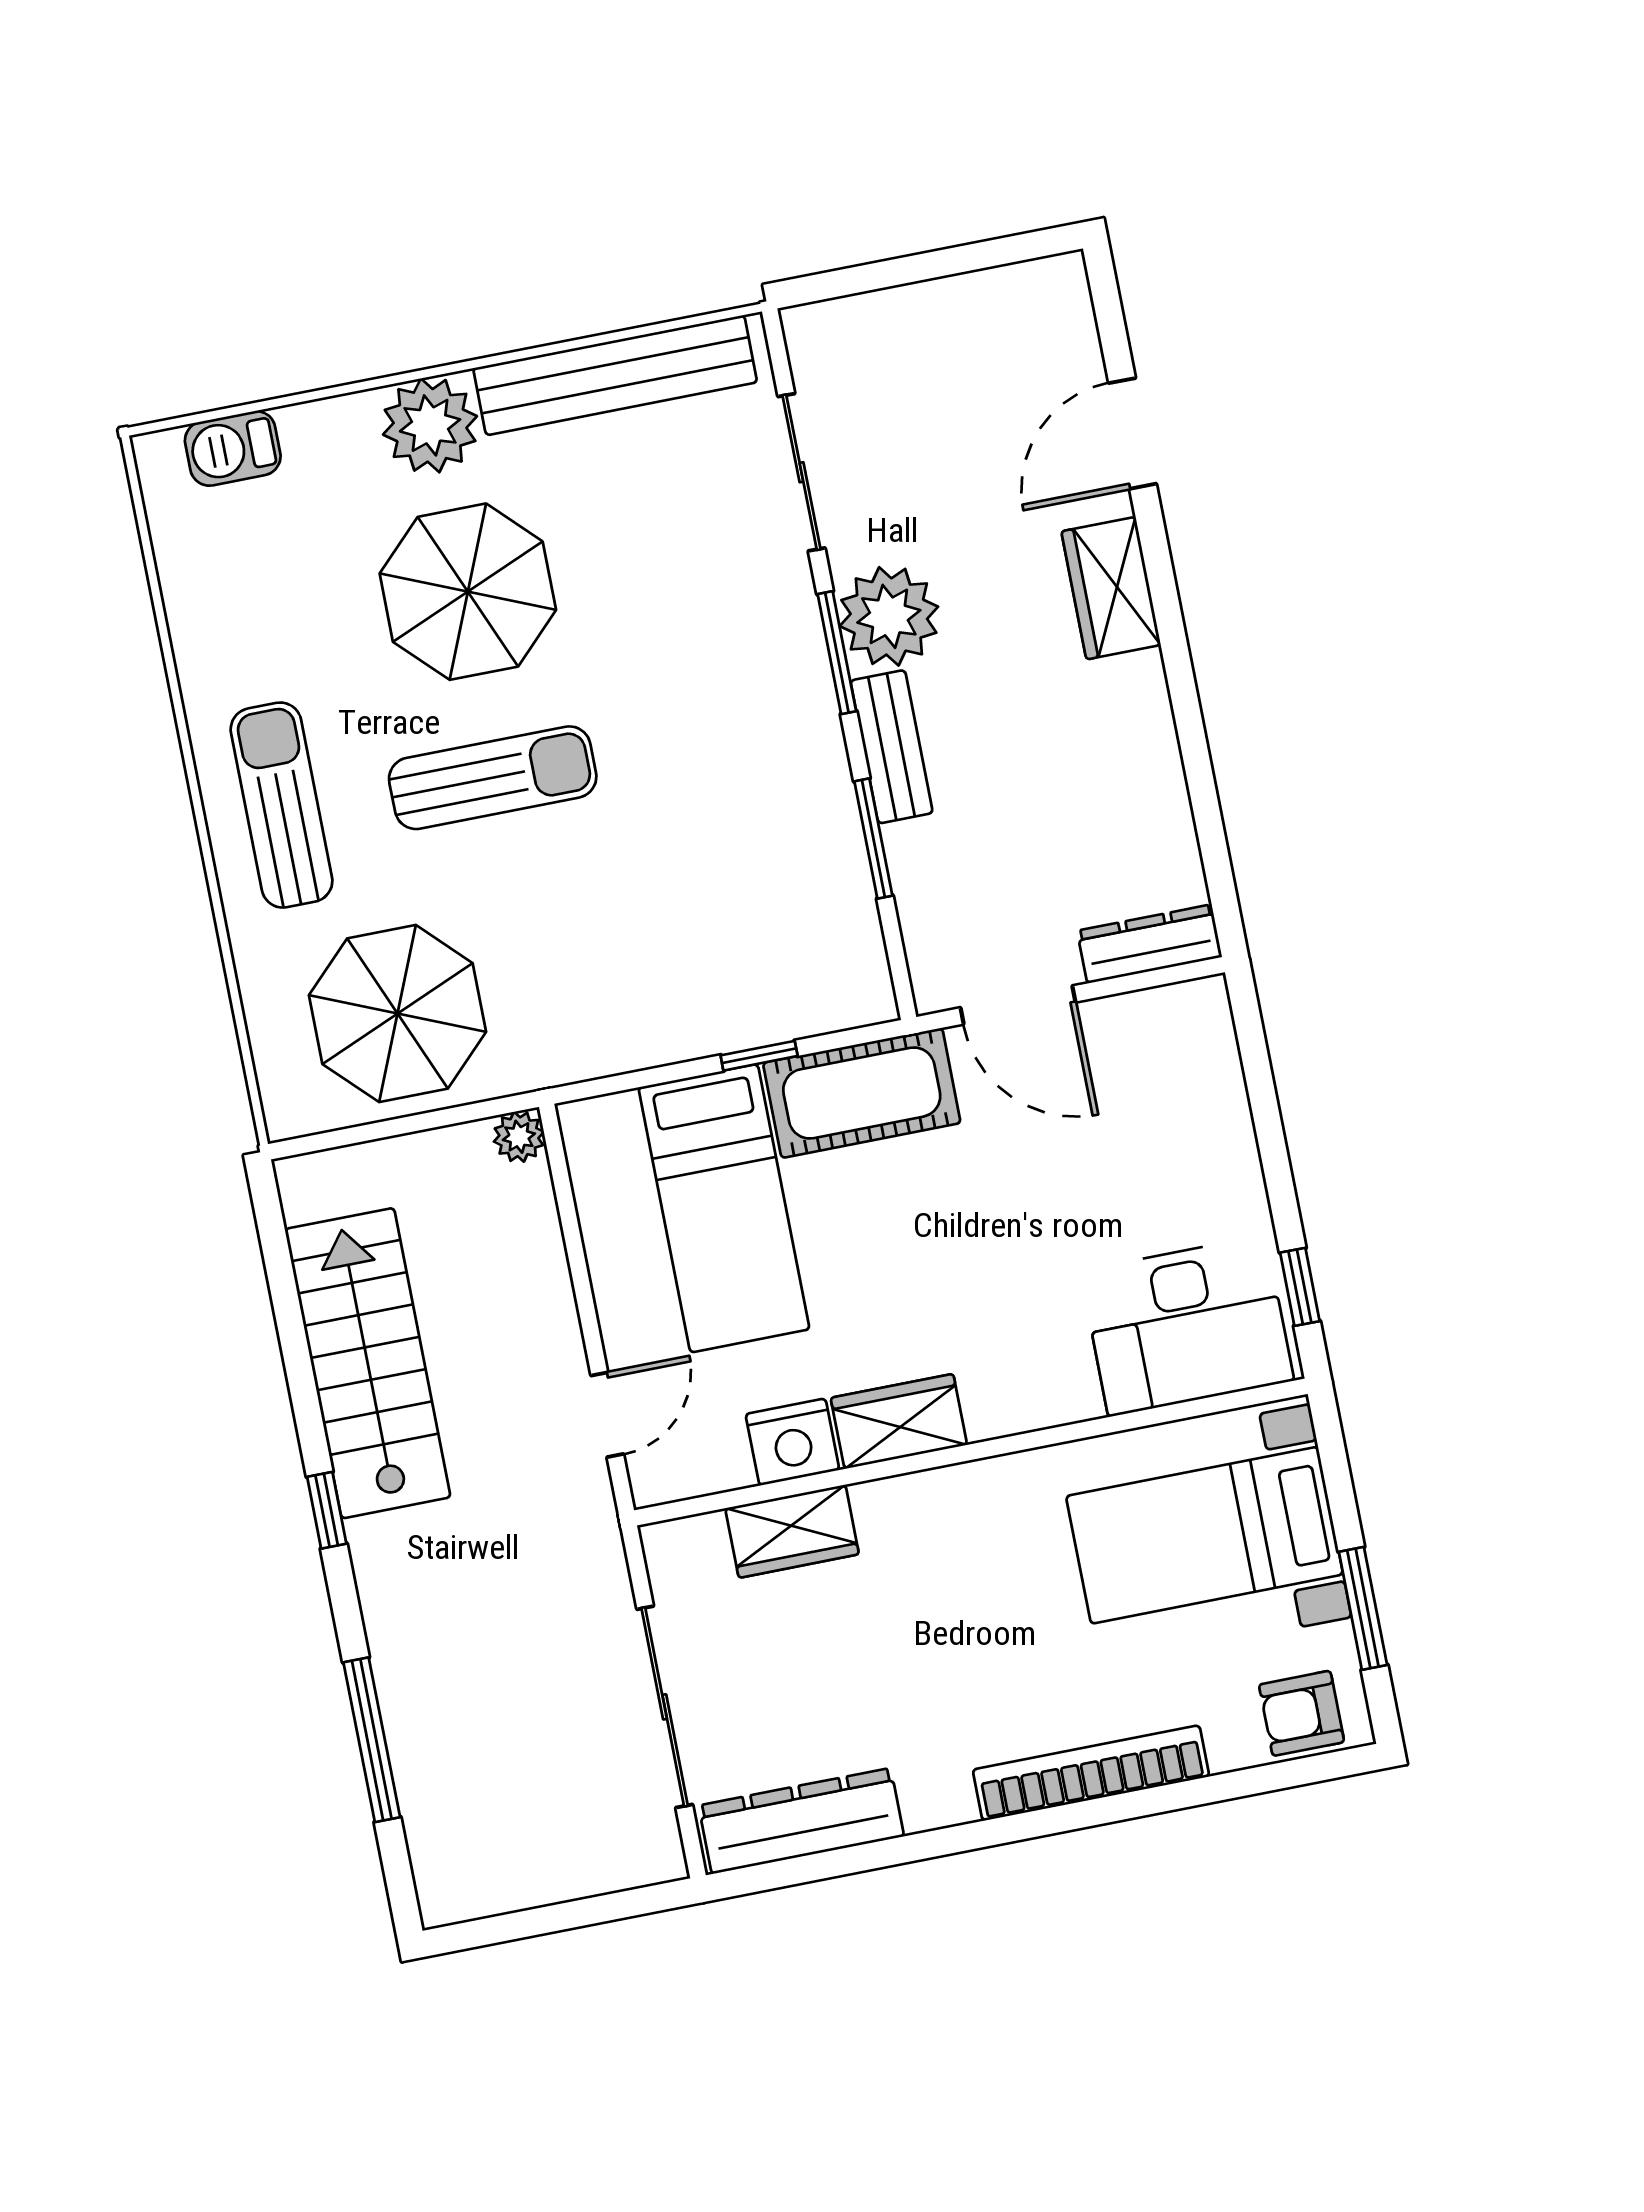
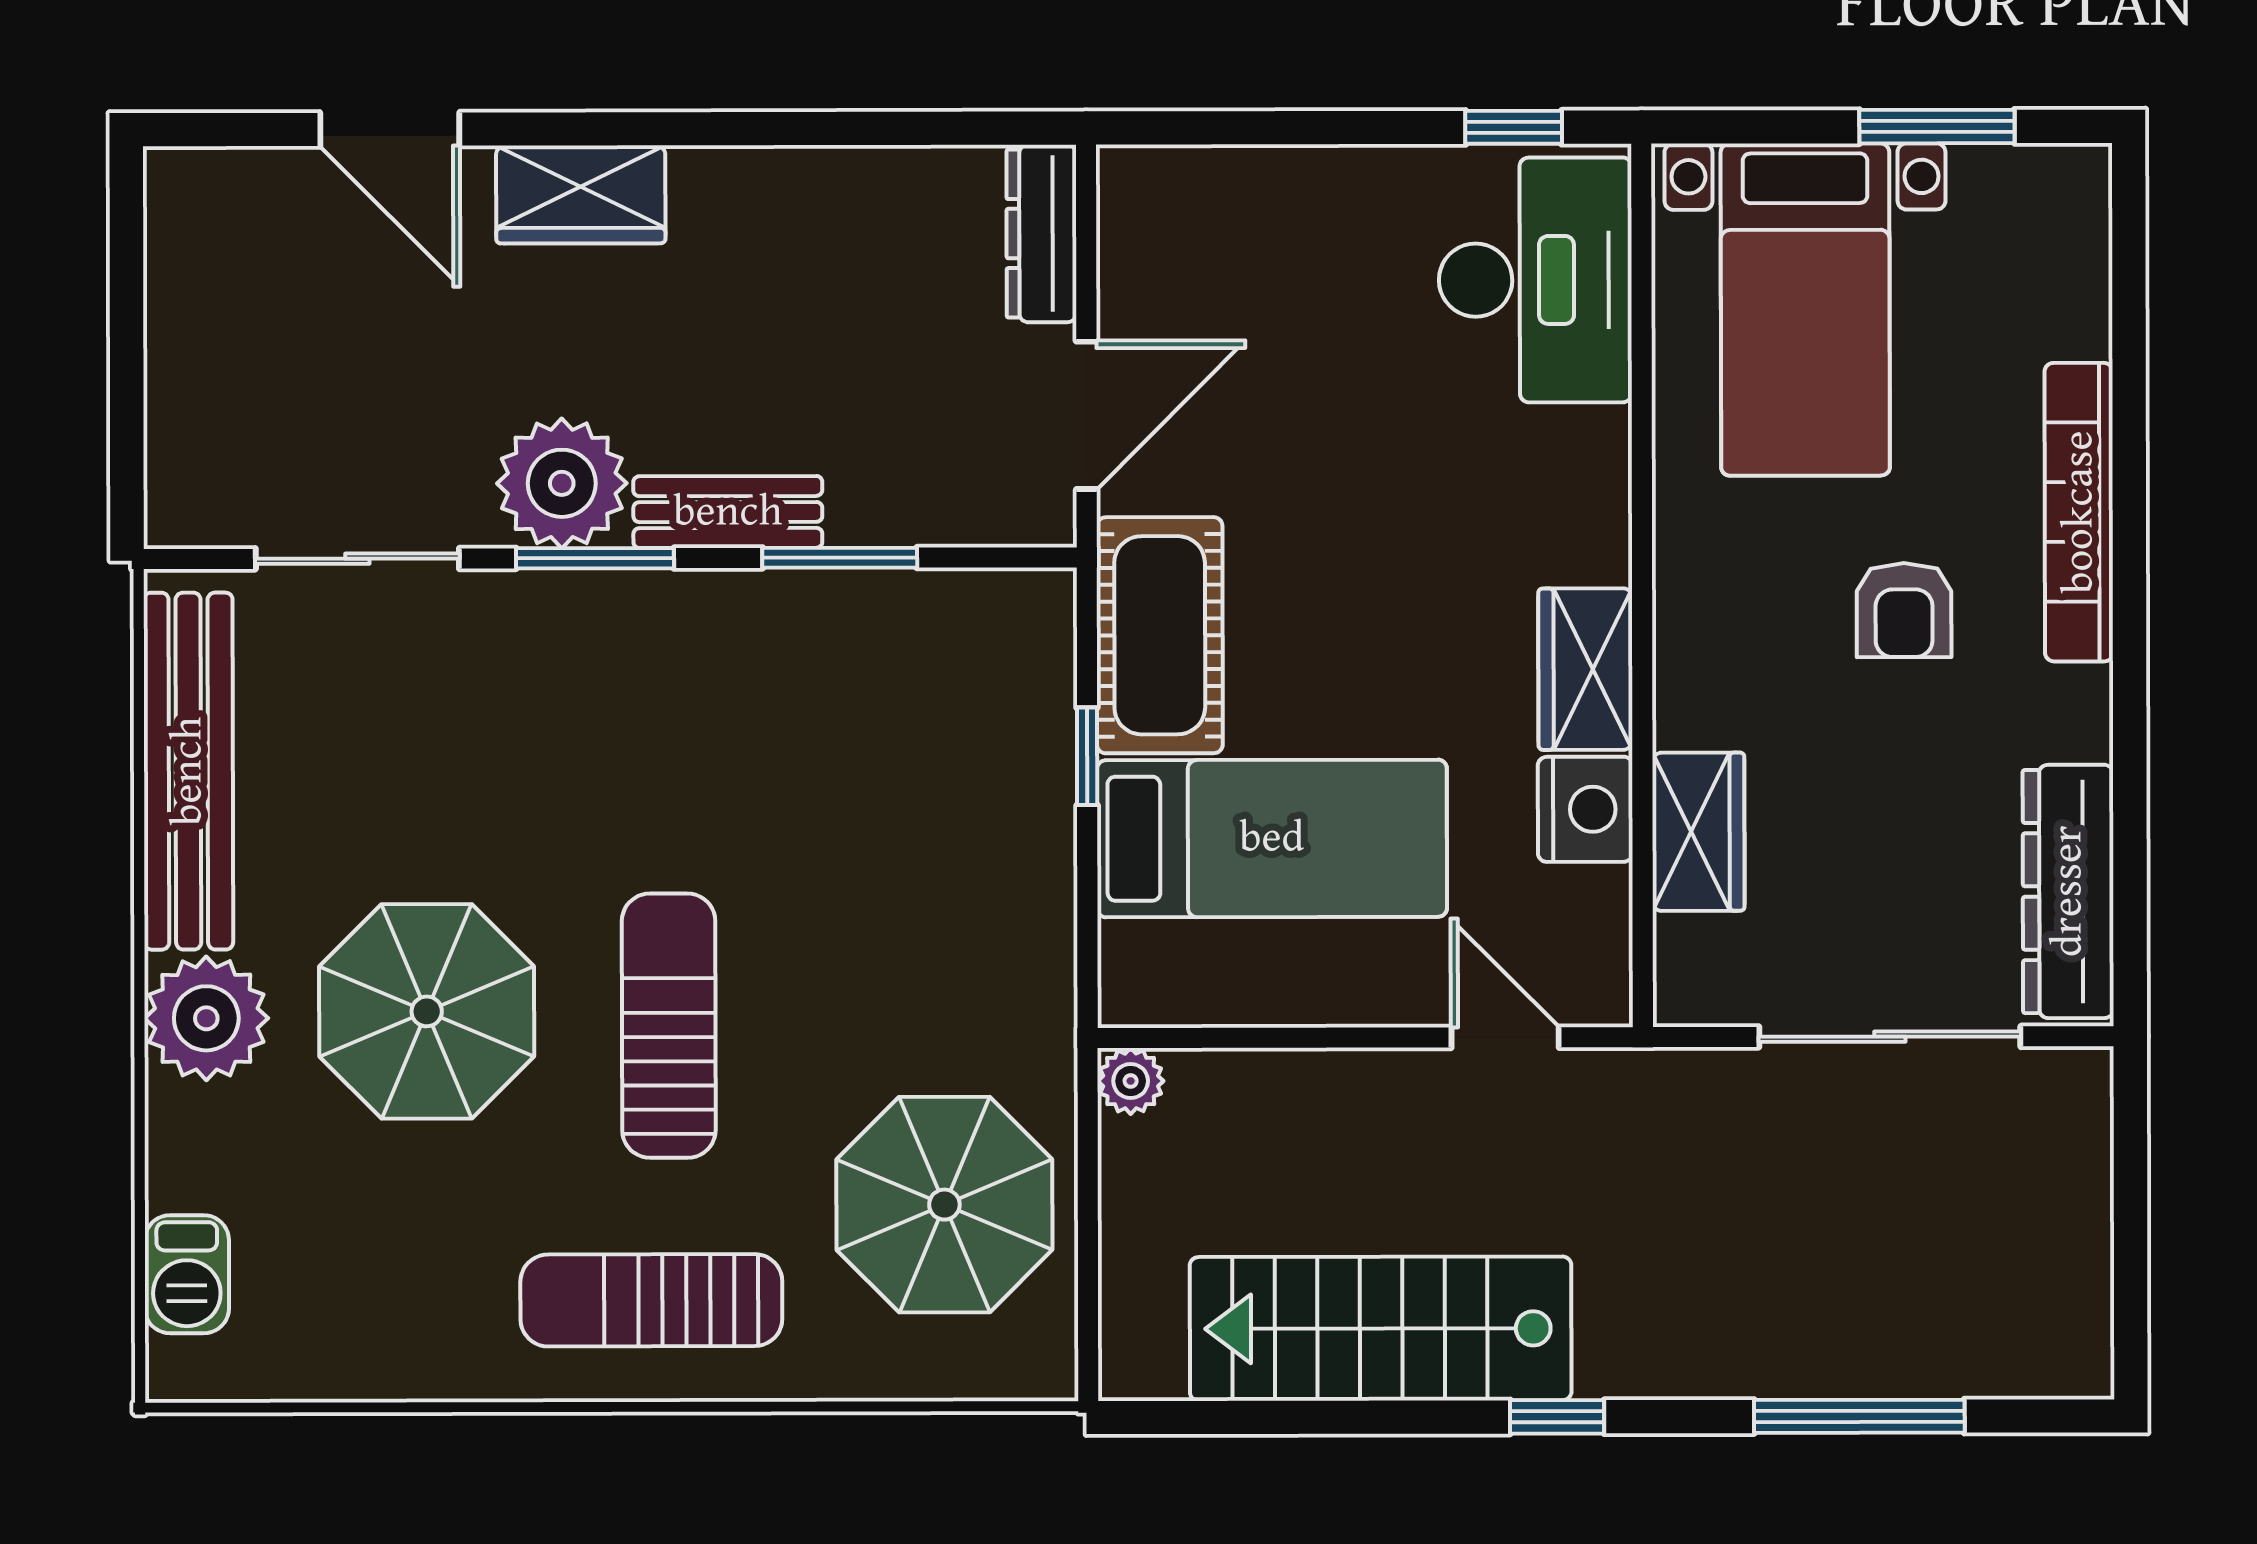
armchair: (1302, 1713) -> (1904, 610), moved

